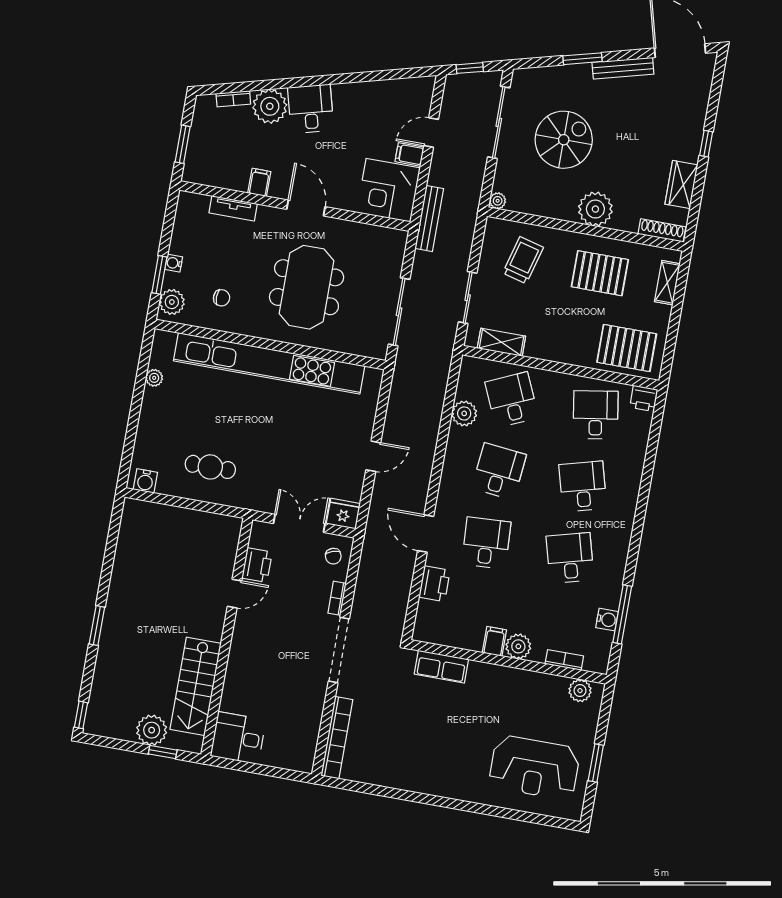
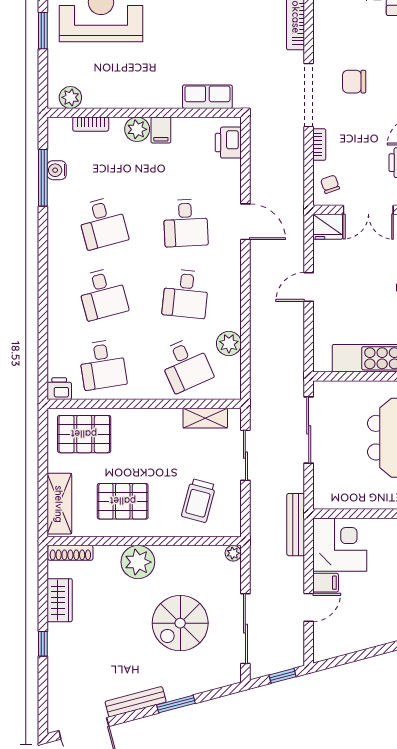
shelving: (667, 283) -> (59, 504), width x1.50, depth x1.33
printer: (434, 584) -> (228, 143), moved
chair: (291, 656) -> (354, 82), added

